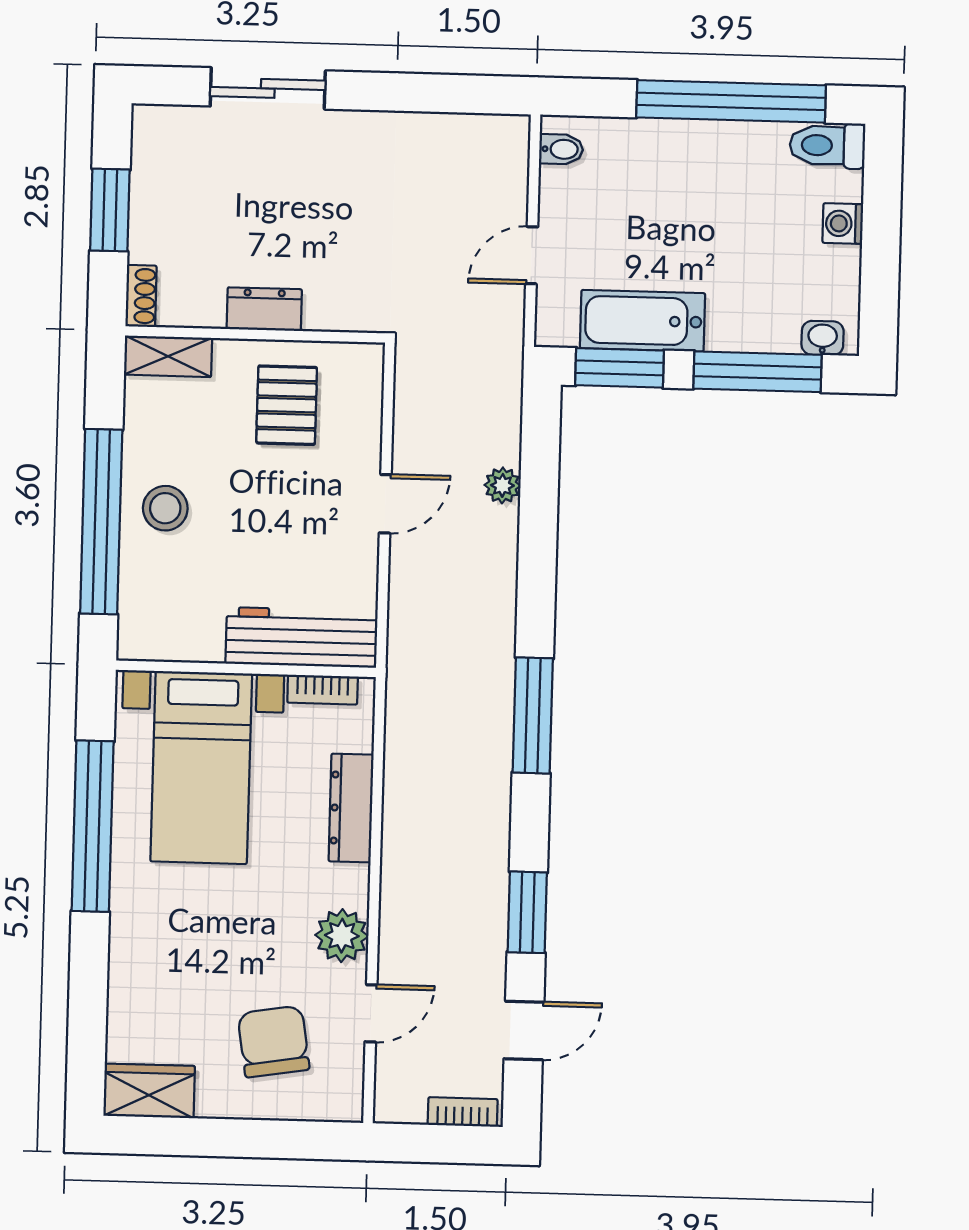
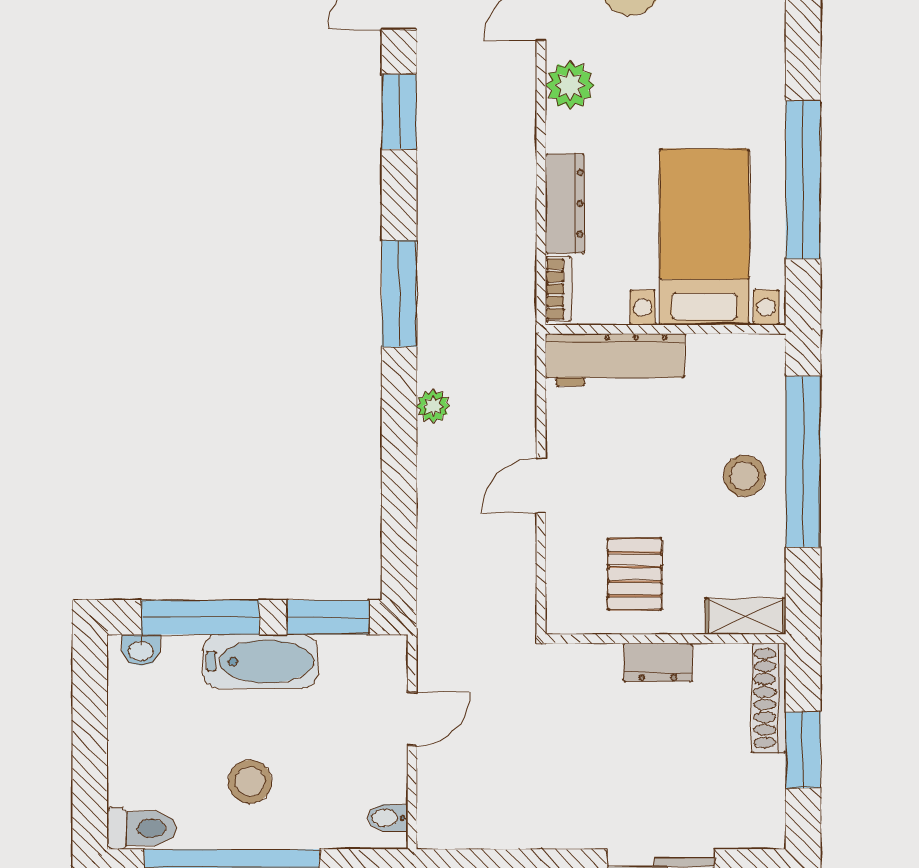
stool: (709, 193) -> (250, 782), added
washing machine: (843, 224) -> (125, 756), removed
shoe rack: (141, 296) -> (769, 698), width x1.94, depth x1.24
bathtub: (643, 321) -> (261, 661), moved
plant: (502, 485) -> (433, 406), moved
bookcase: (323, 690) -> (558, 289), moved, turned 90

